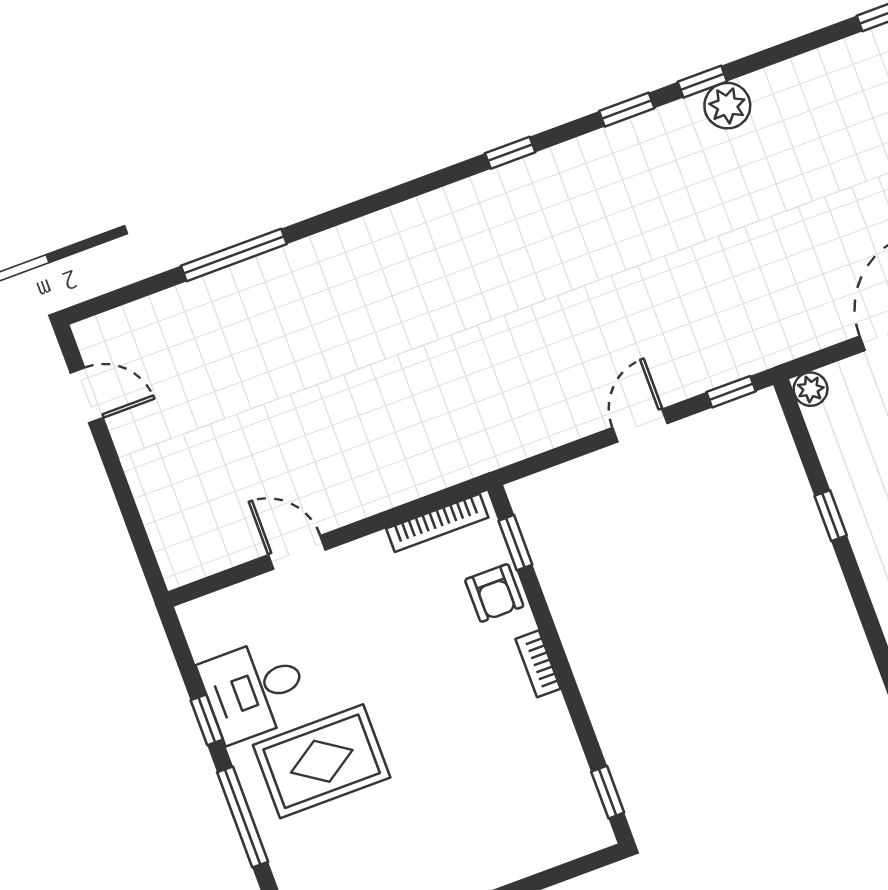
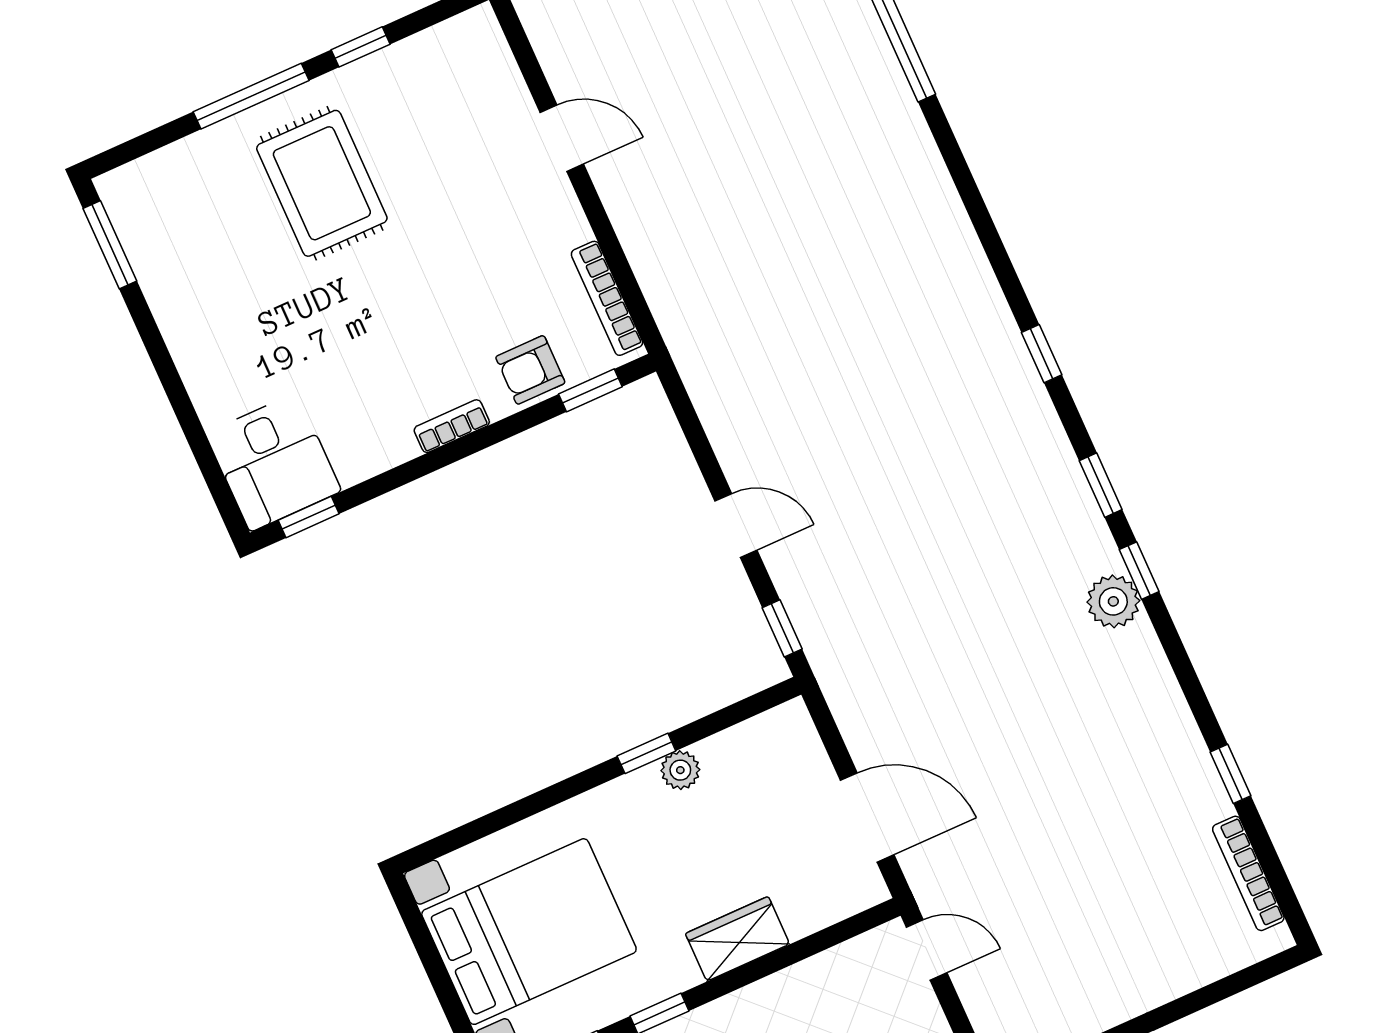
plant: (811, 389) -> (680, 770), moved
door: (297, 552) -> (562, 138), hinge flipped
desk: (254, 690) -> (274, 462), moved, turned 180

